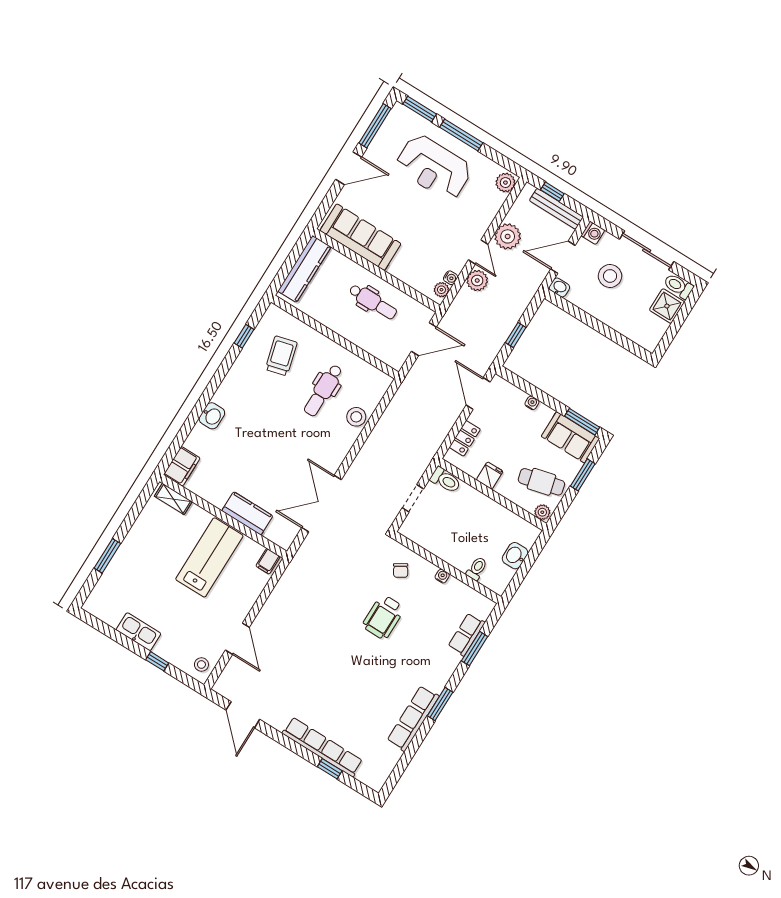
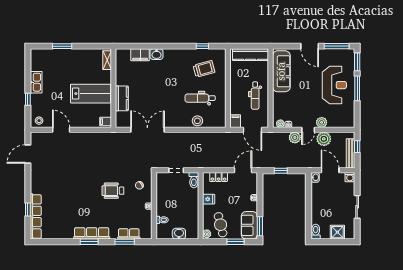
reception desk: (434, 167) -> (334, 85), turned 180
plant: (505, 183) -> (322, 122), moved
sliding door: (647, 250) -> (357, 207), width x0.73
stool: (610, 276) -> (335, 197), removed
toilet: (678, 286) -> (316, 232), moved
filing cabinet: (394, 358) -> (235, 121), added
filing cabinet: (182, 466) -> (140, 55), moved
door: (237, 639) -> (61, 130), swing flipped
row of seats: (413, 718) -> (92, 233), moved
row of seats: (322, 747) -> (36, 216), moved

